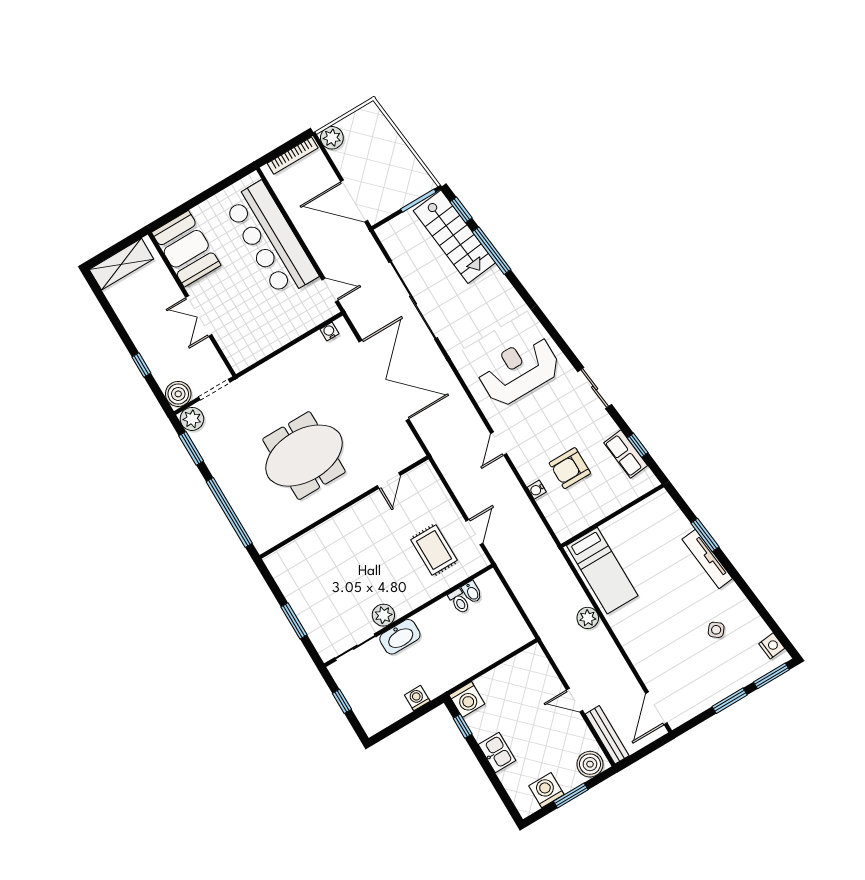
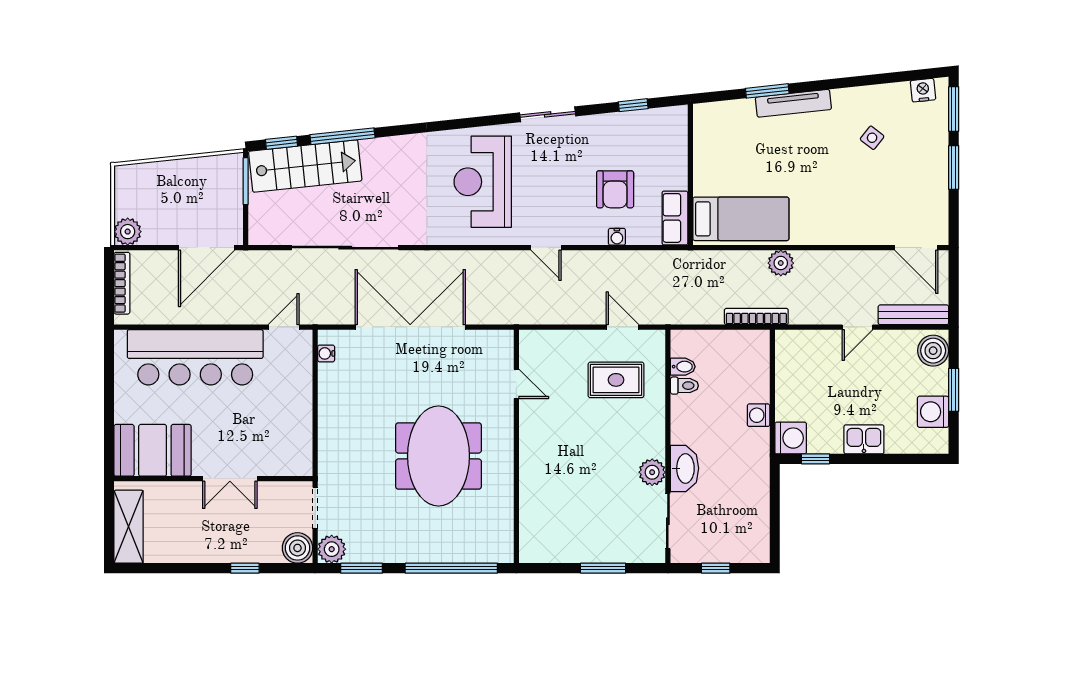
row of seats: (626, 454) -> (675, 218), moved, turned 96
bookcase: (539, 623) -> (756, 317), added
washing machine: (417, 698) -> (759, 415), moved

